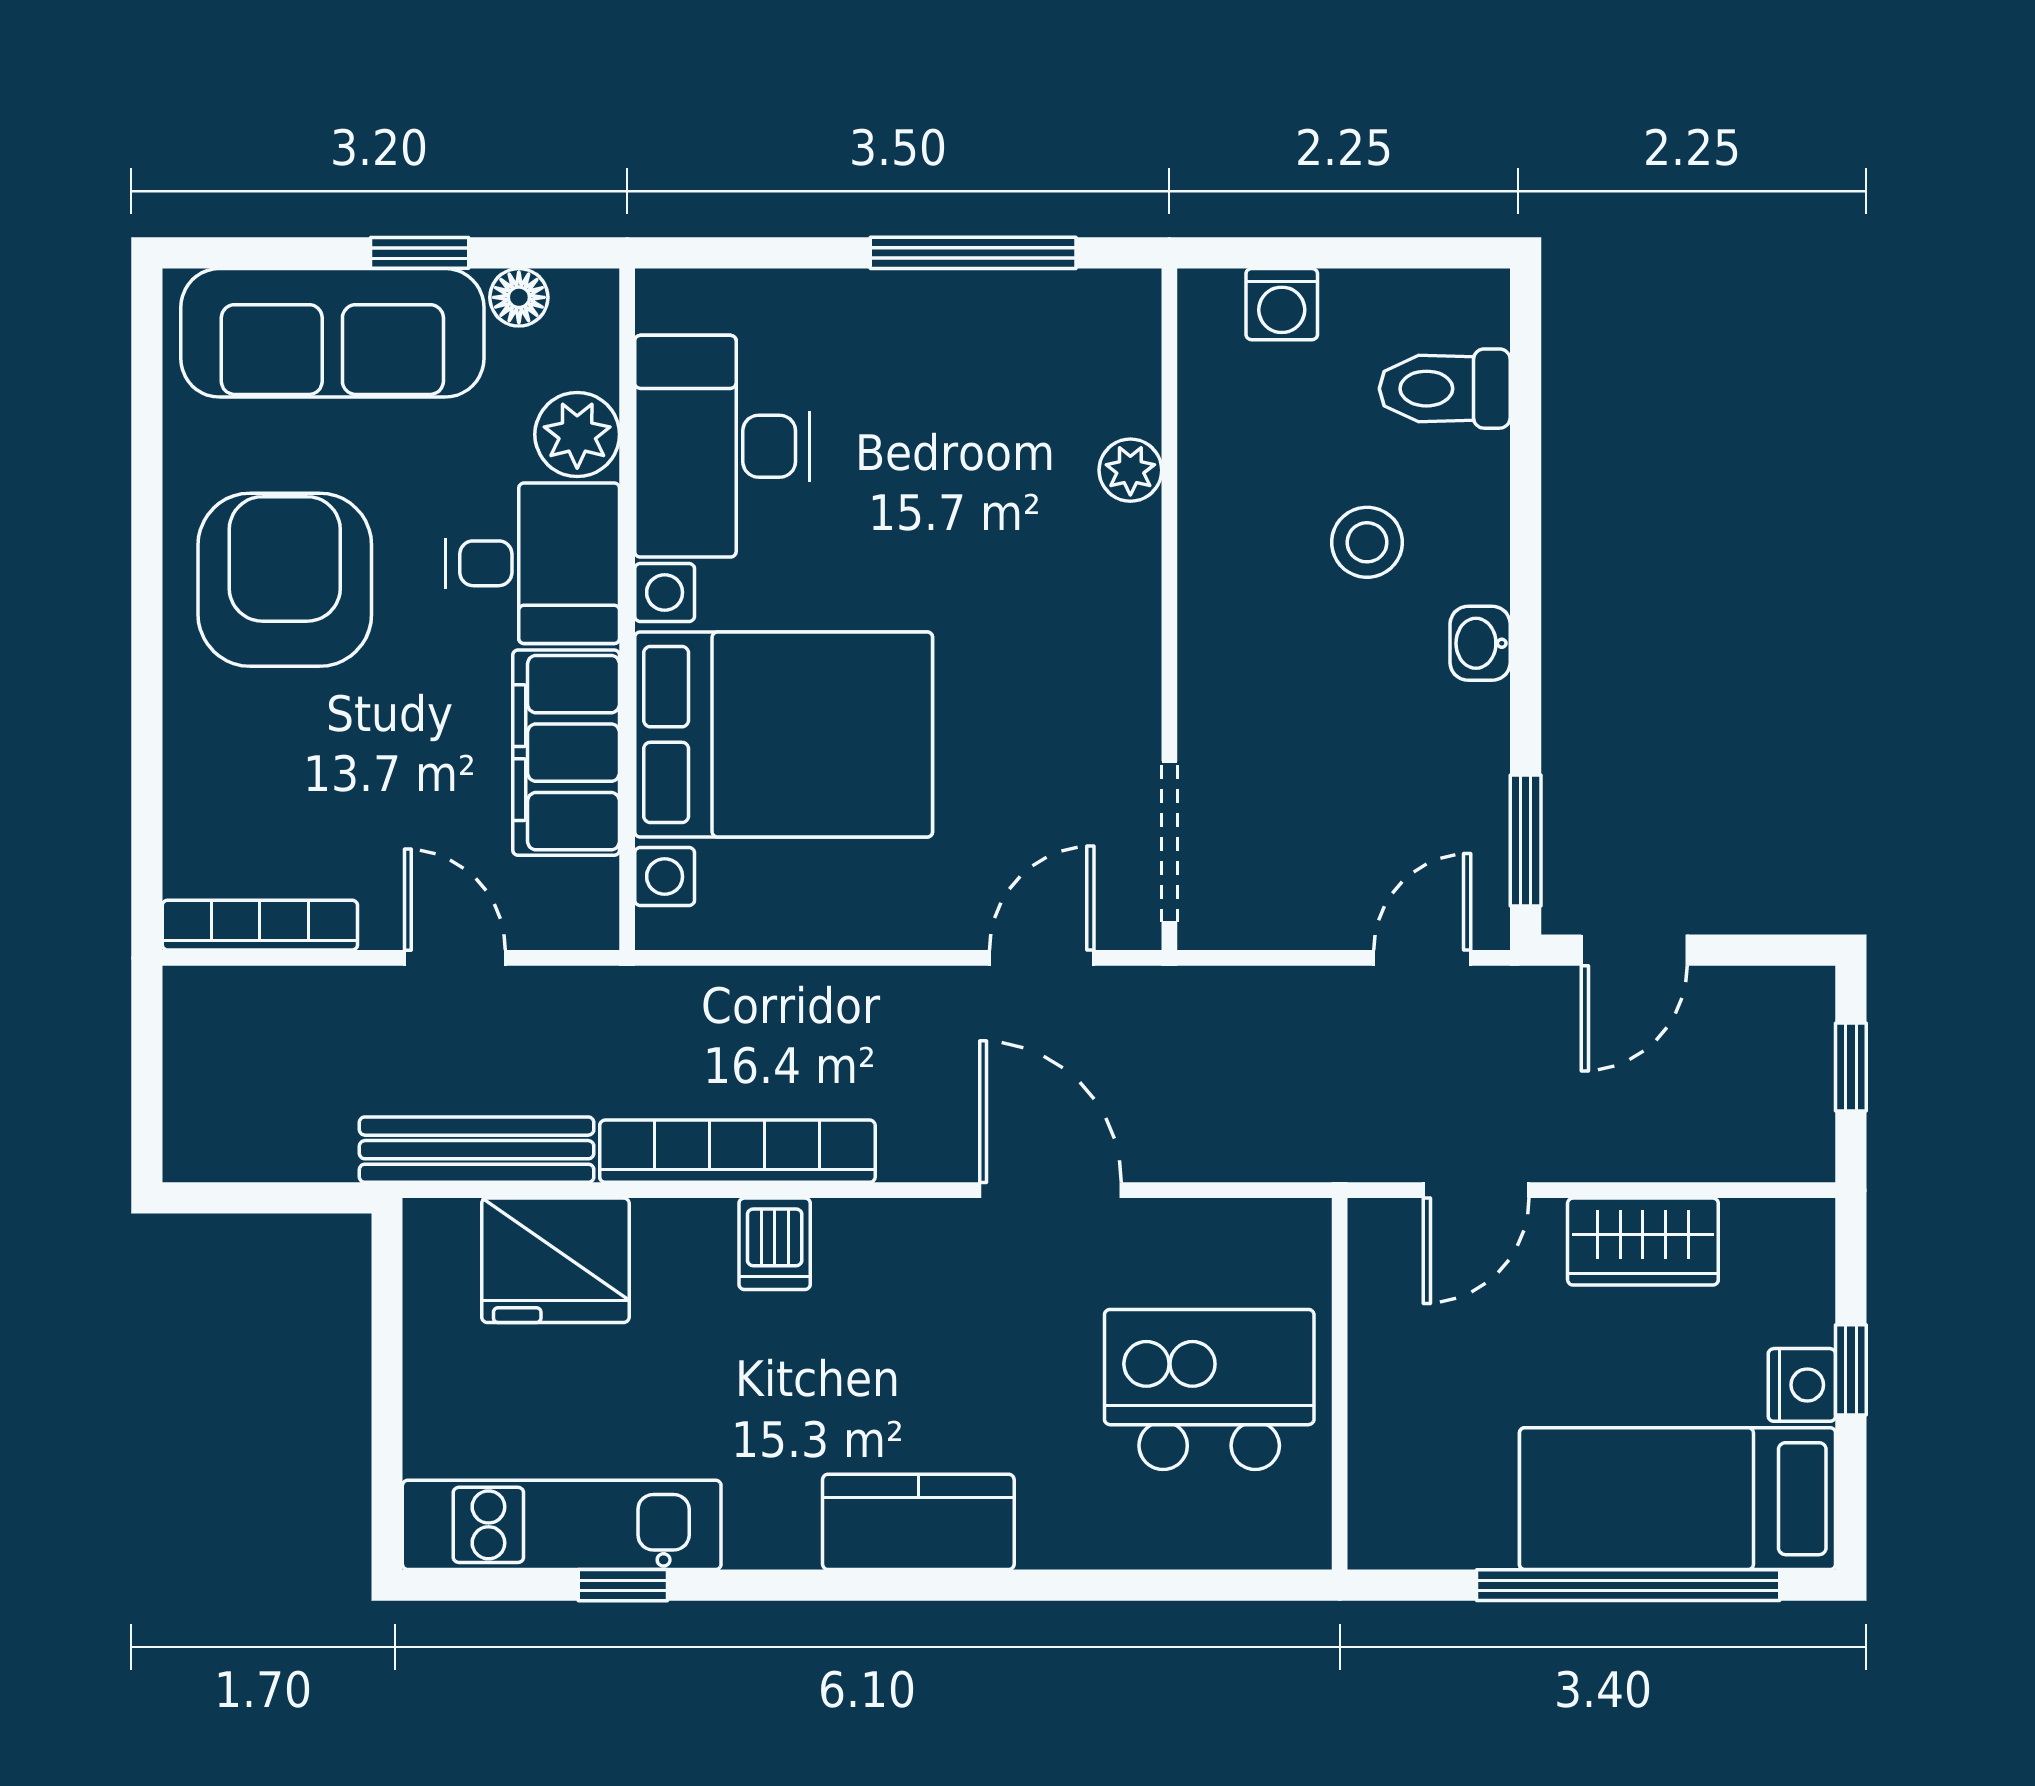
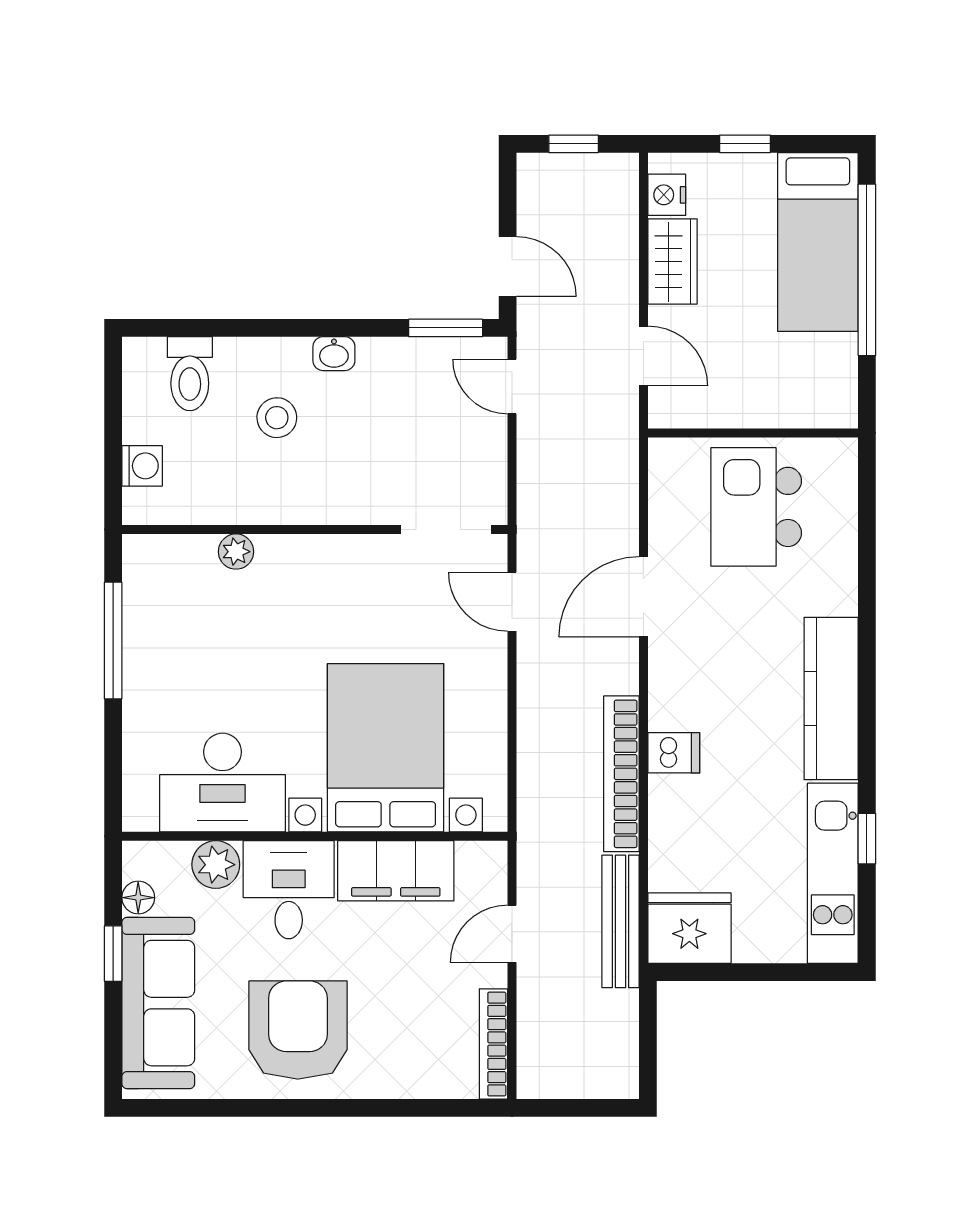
armchair: (285, 580) -> (298, 1030), turned 90
fridge: (555, 1260) -> (689, 928), moved, turned -90
nightstand: (1802, 1385) -> (667, 195), moved, turned -90
kitchen counter: (918, 1522) -> (831, 699), width x1.50

